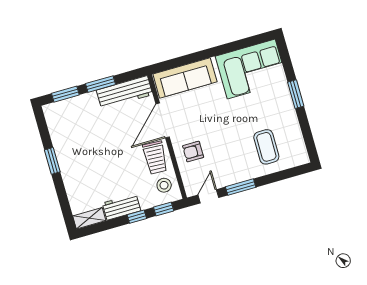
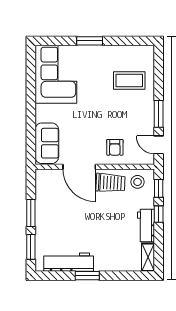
sofa: (185, 78) -> (47, 143), width x0.73
workbench: (125, 92) -> (69, 262), moved, turned -90

